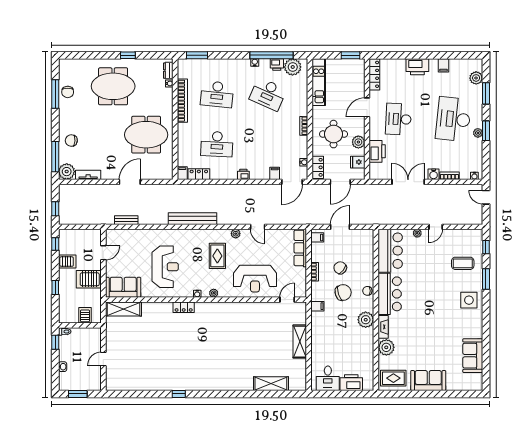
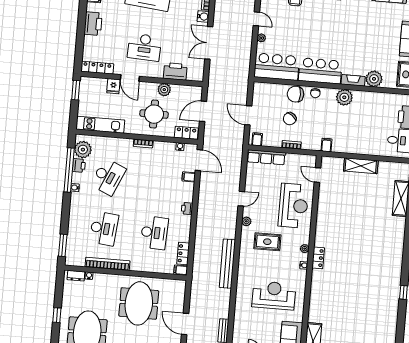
fridge: (358, 162) -> (113, 86), moved
door: (340, 182) -> (203, 111), swing flipped
chair: (343, 292) -> (295, 94), moved, turned -72
locker: (184, 307) -> (318, 258), moved

